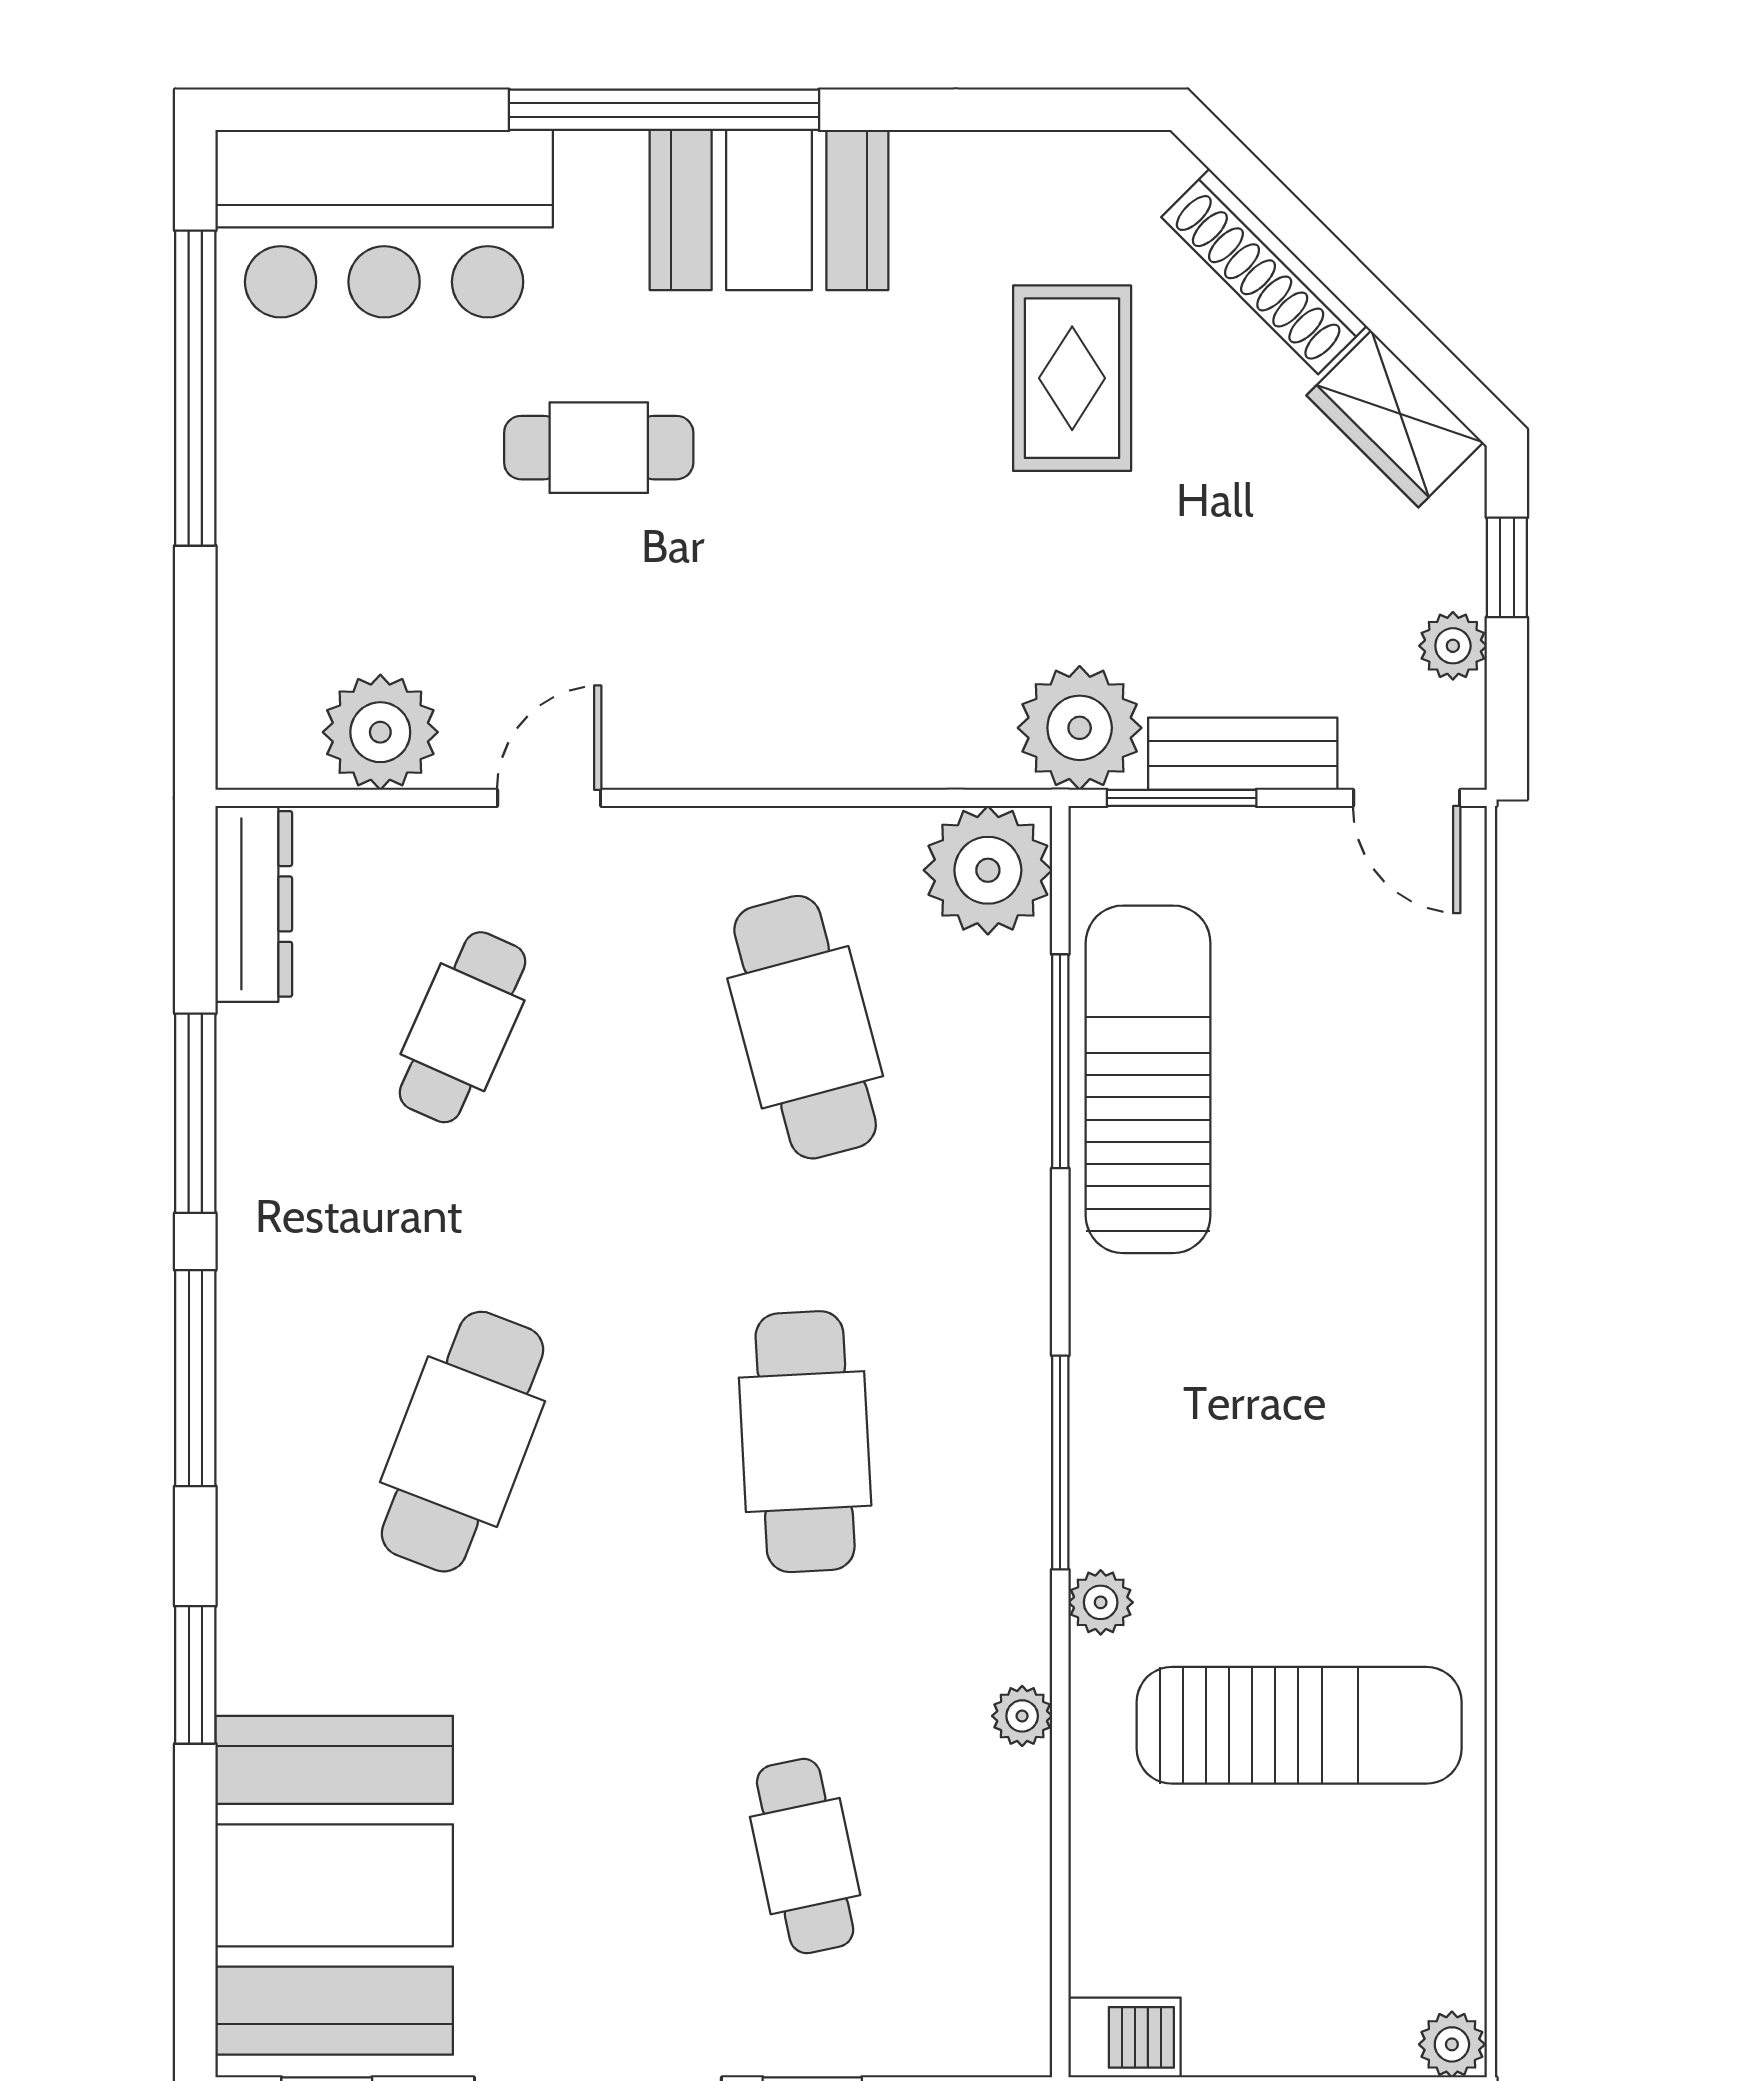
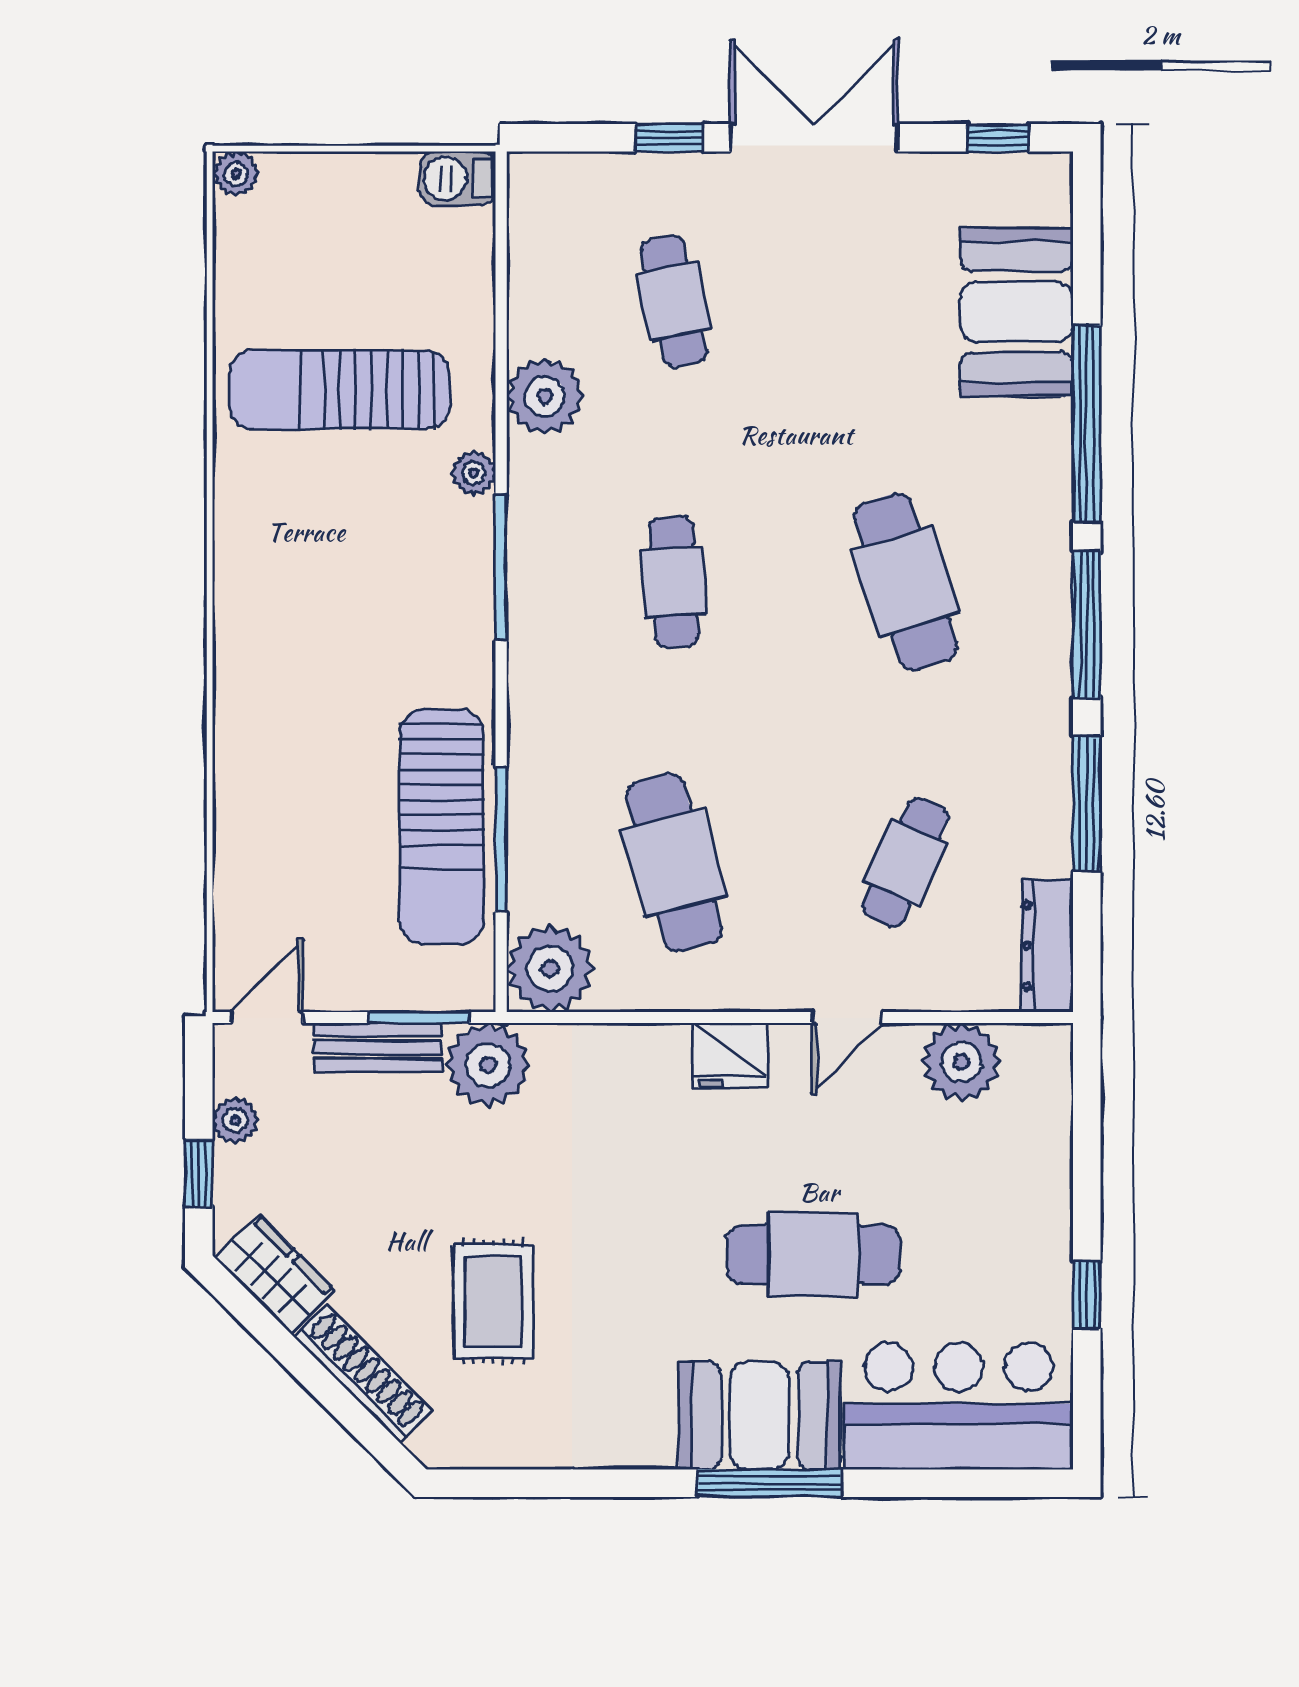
window: (664, 110) -> (769, 1483), width x0.68
booth: (769, 210) -> (759, 1415), moved
window: (195, 388) -> (1087, 1295), width x0.32
cafe table: (599, 448) -> (813, 1255), width x1.37, depth x1.35
fridge: (723, 742) -> (729, 1055), added
door: (1407, 798) -> (267, 1018), hinge flipped
cafe table: (463, 1442) -> (906, 582), turned -39
cafe table: (805, 1442) -> (674, 582), width x0.73, depth x0.74
window: (195, 1675) -> (1087, 424), width x2.11
plant: (1022, 1716) -> (545, 396), width x1.88, depth x1.88
booth: (334, 1885) -> (1017, 312), width x0.73, depth x0.70

